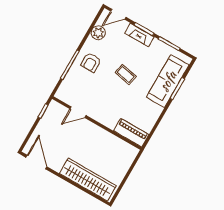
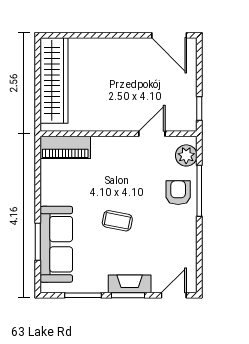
plant: (98, 33) -> (186, 155), moved
armchair: (91, 62) -> (178, 193), moved
wardrobe: (88, 180) -> (54, 80), moved, turned -90

